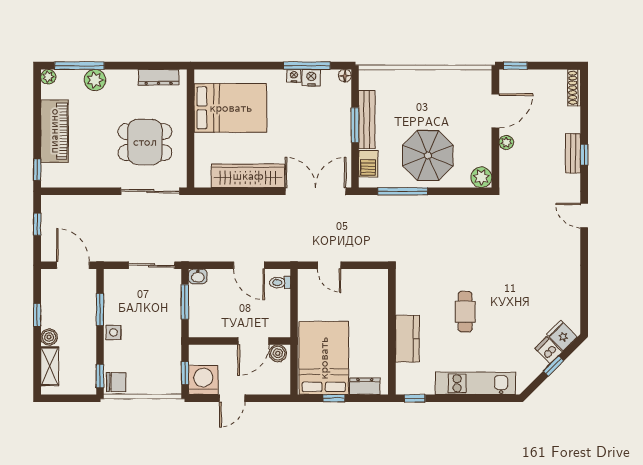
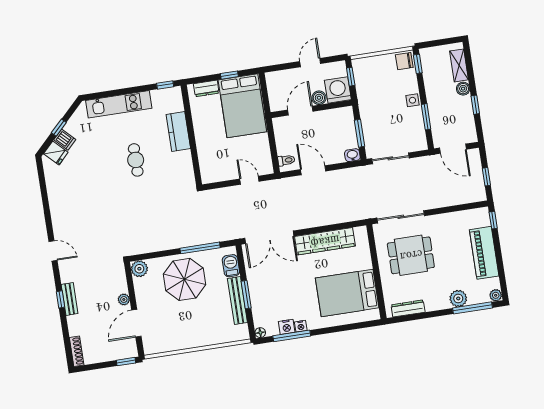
boiler: (278, 353) -> (319, 98), moved
washing machine: (203, 380) -> (338, 90), moved, turned 180

